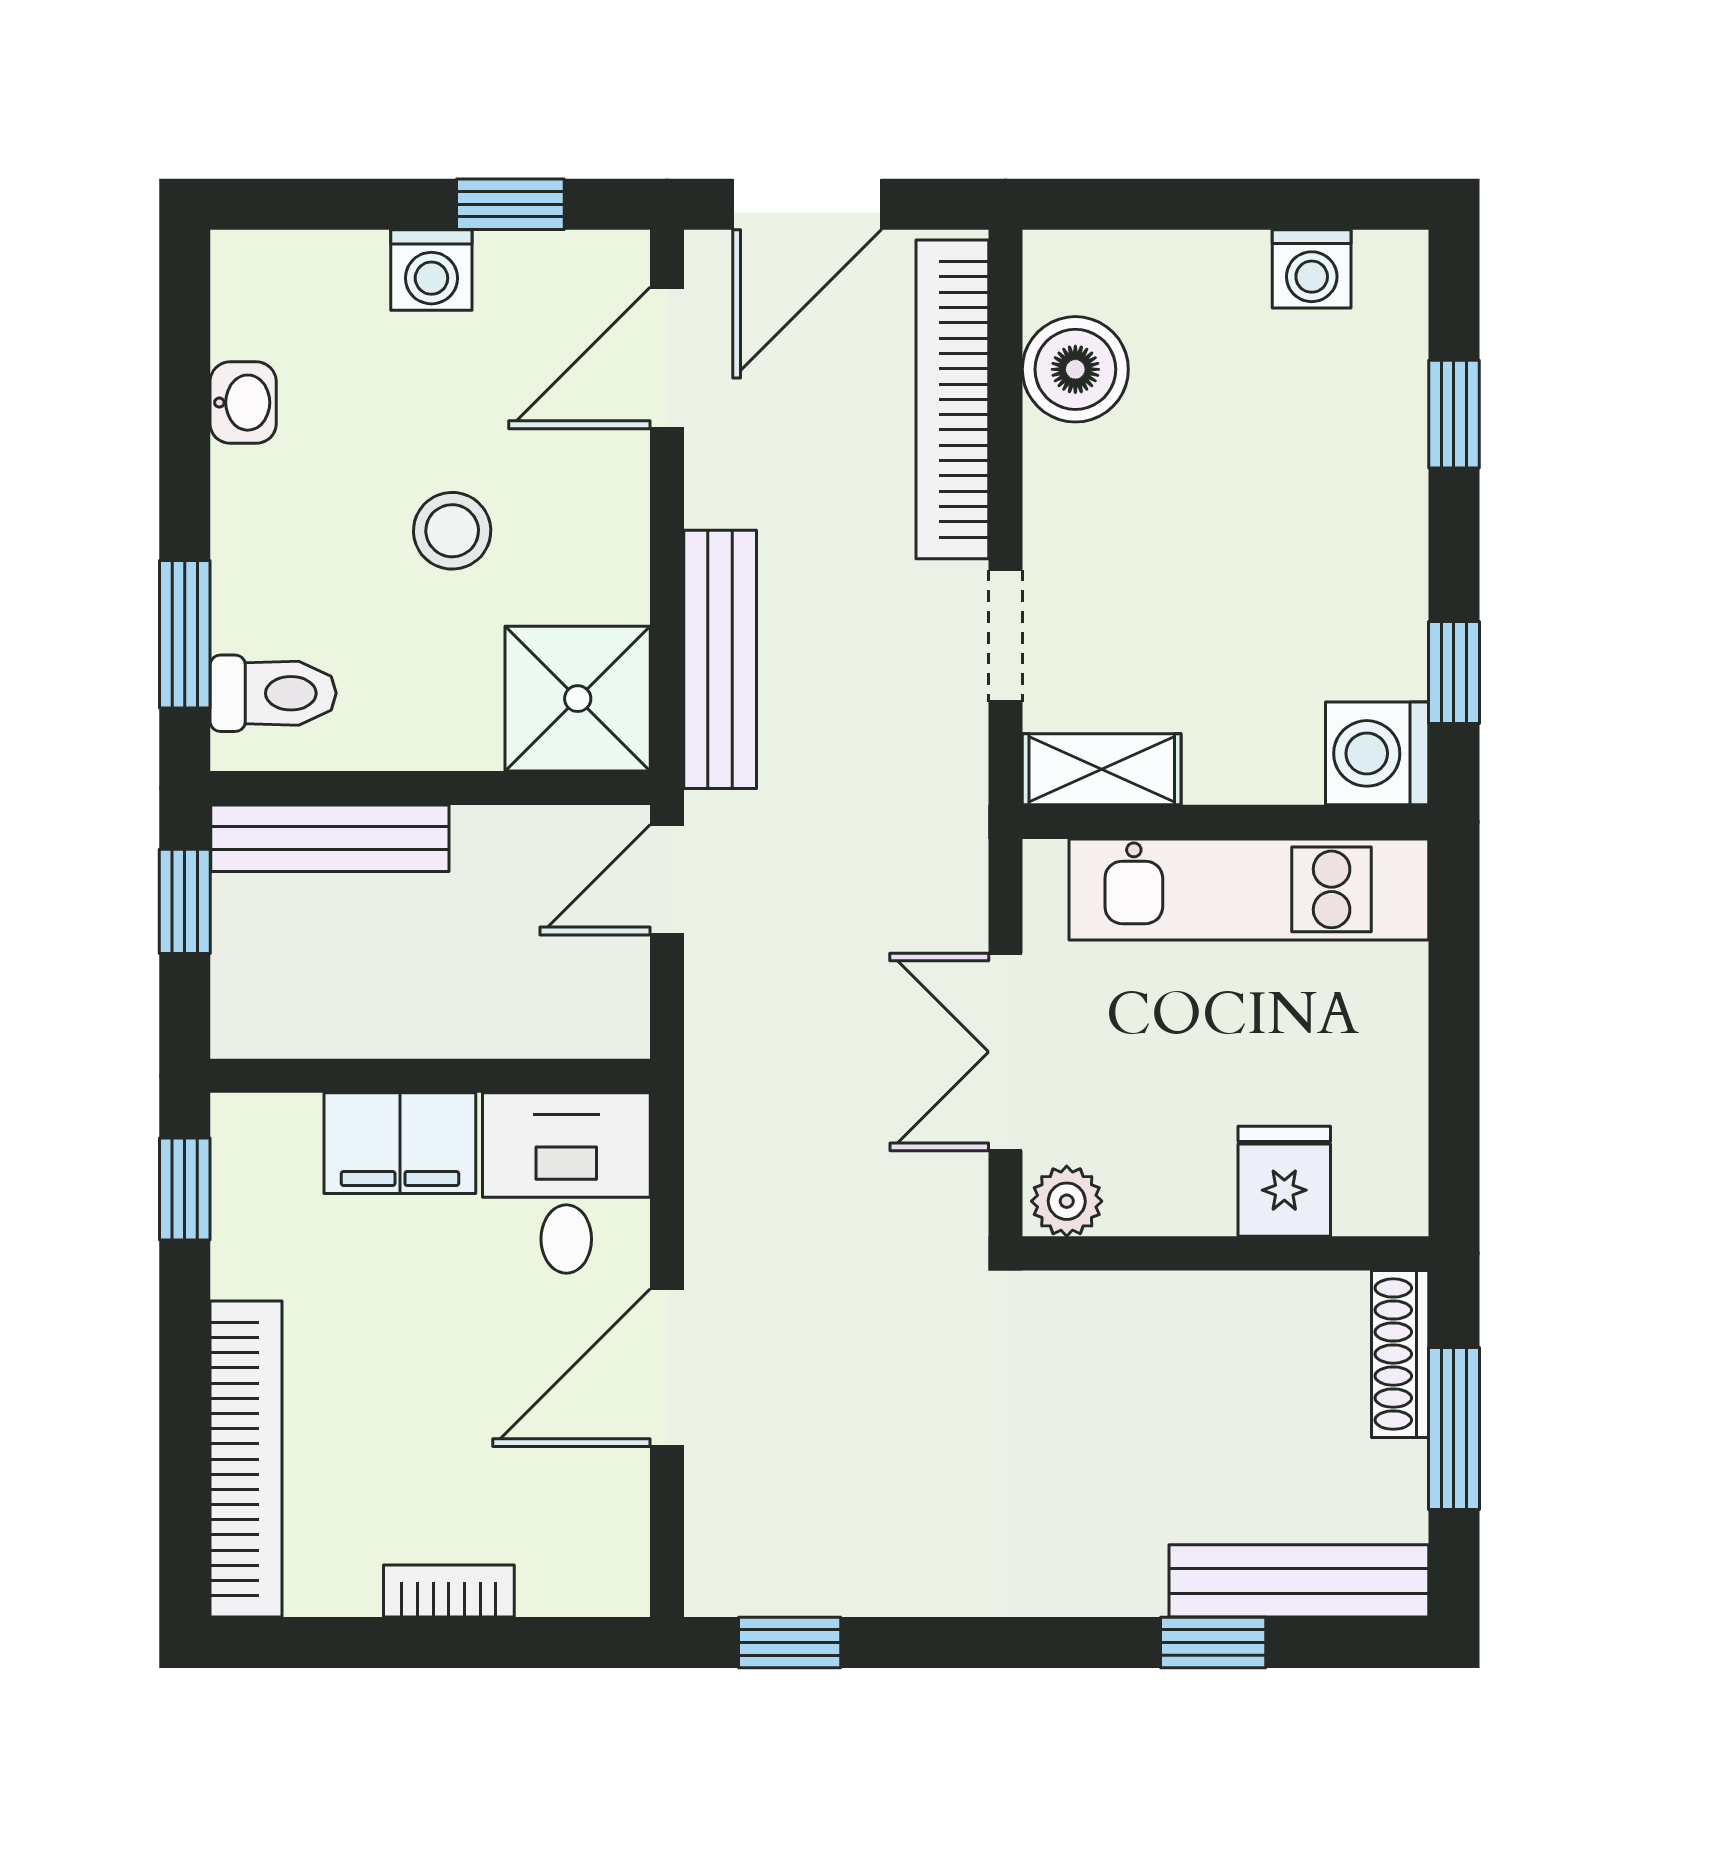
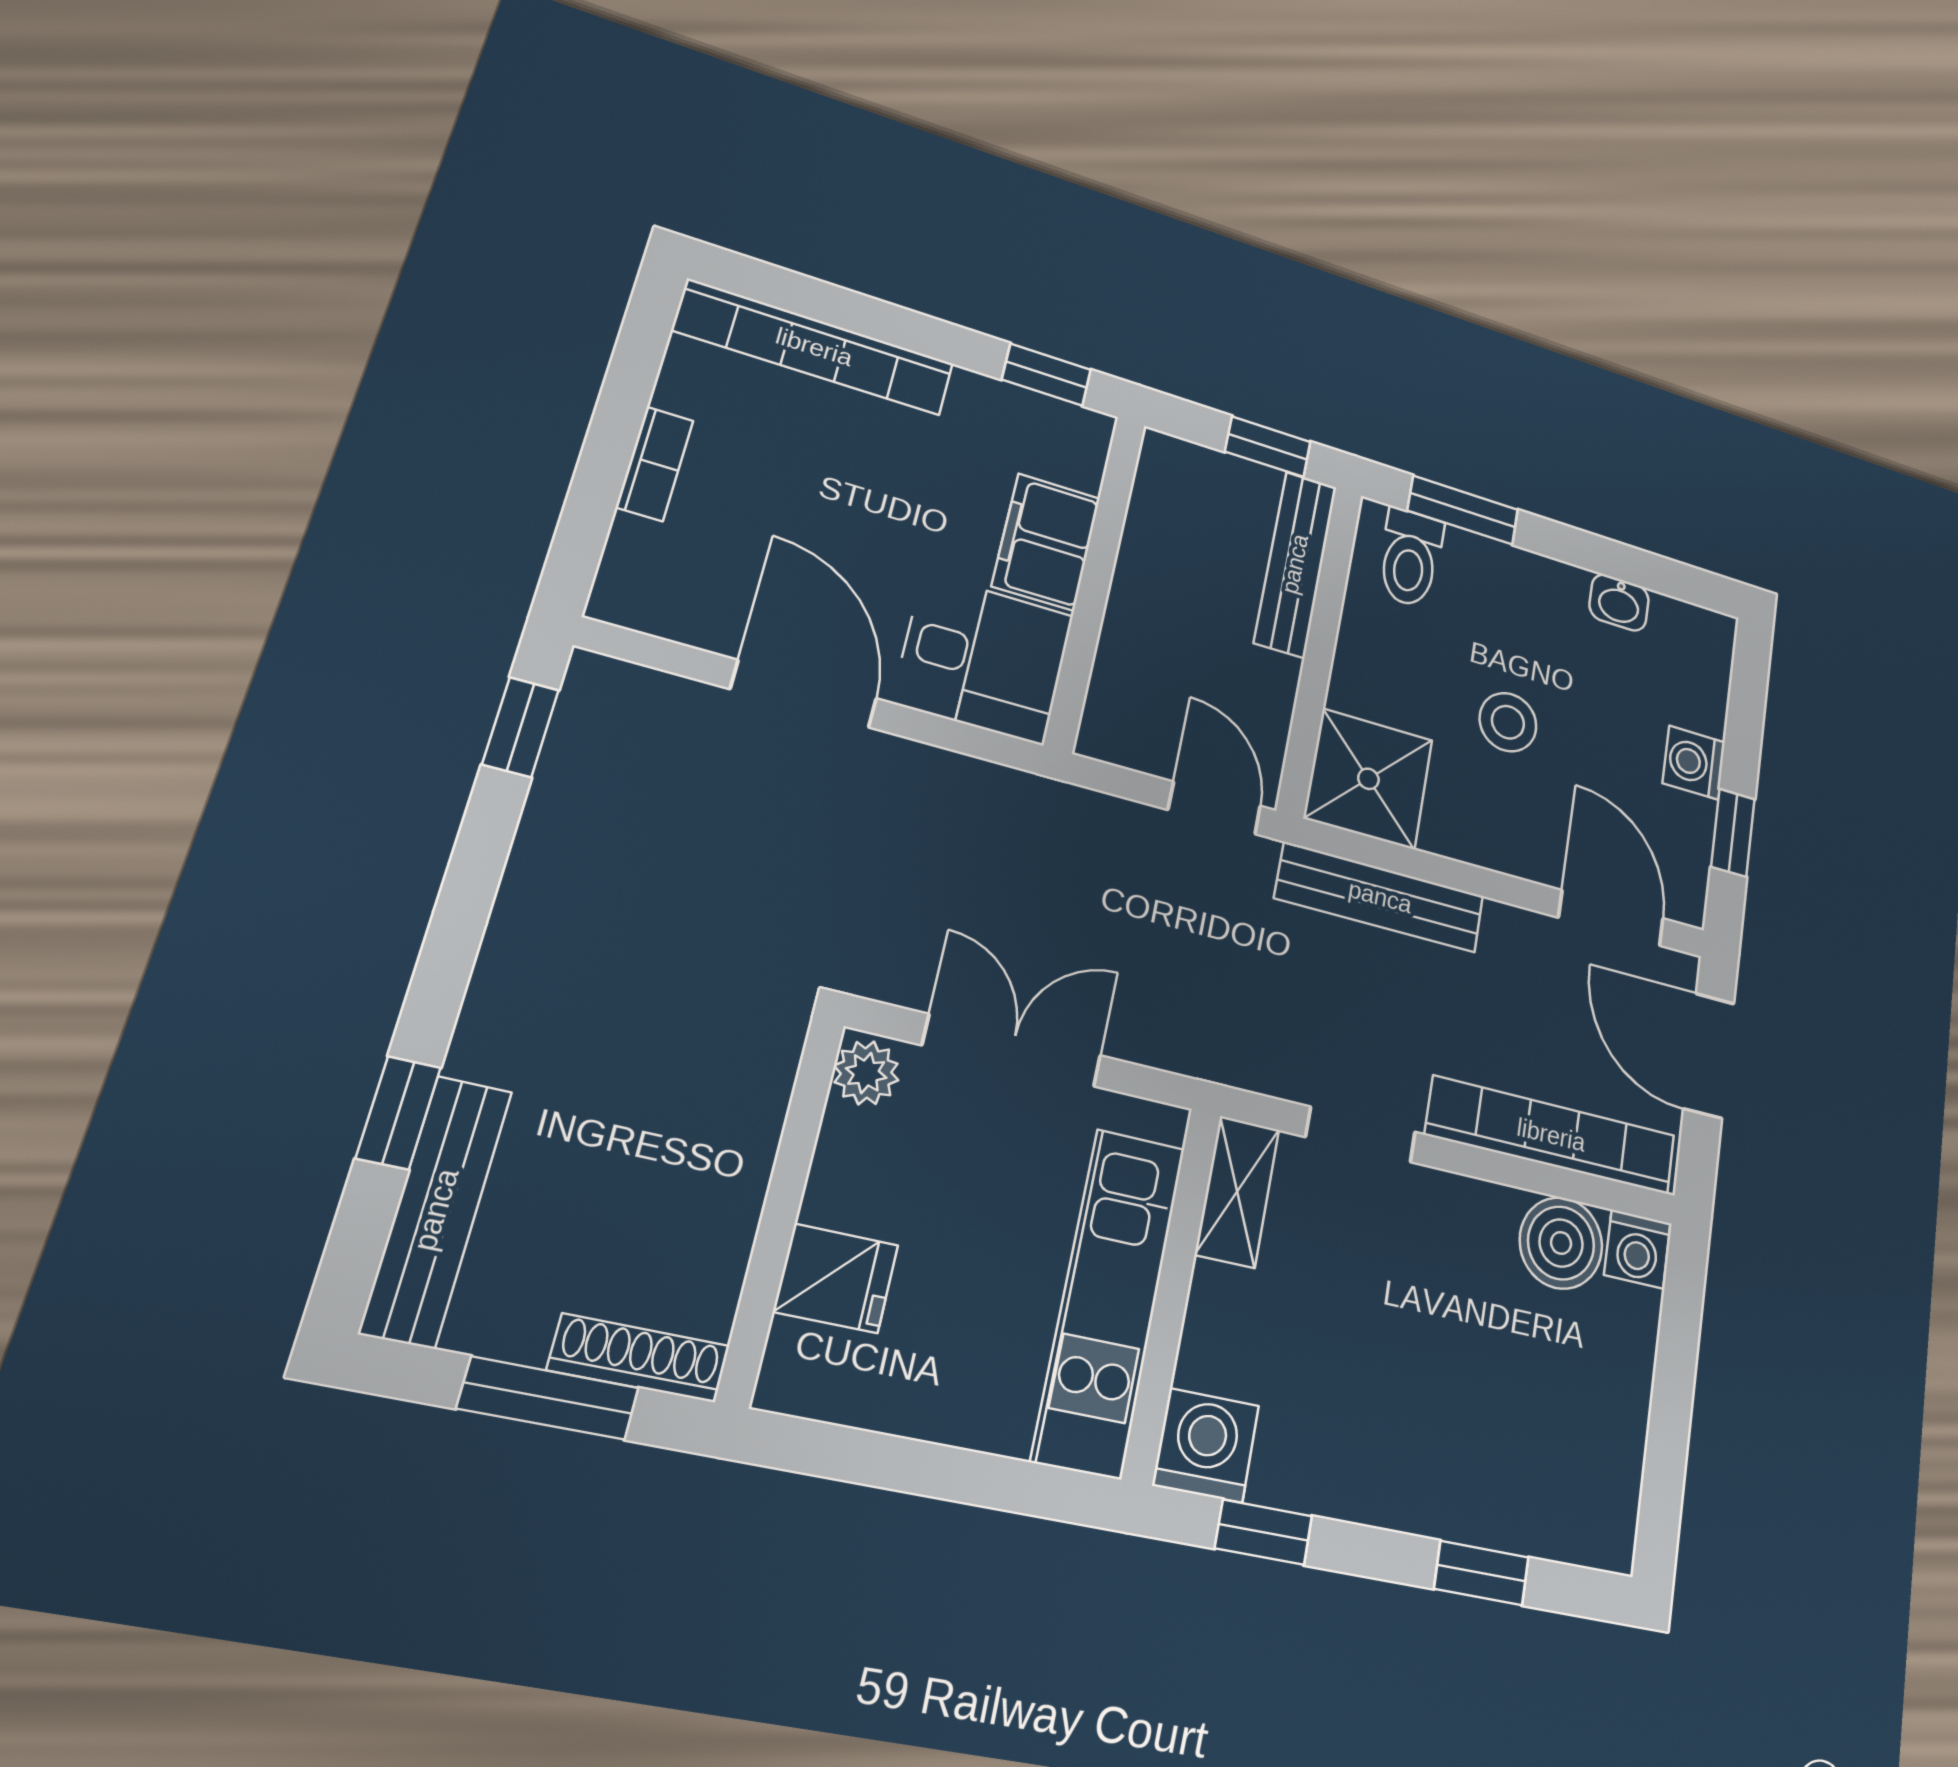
washing machine: (1312, 269) -> (1637, 1249), moved, turned -90

